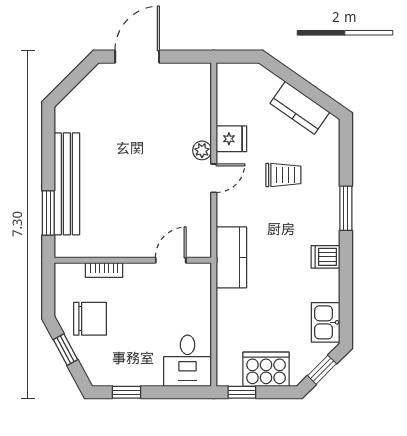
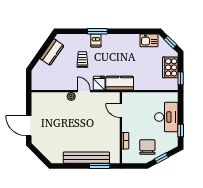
fridge: (231, 139) -> (99, 83), moved
dishwasher: (325, 257) -> (96, 40), moved
desk: (188, 361) -> (166, 117), moved, width x1.37

